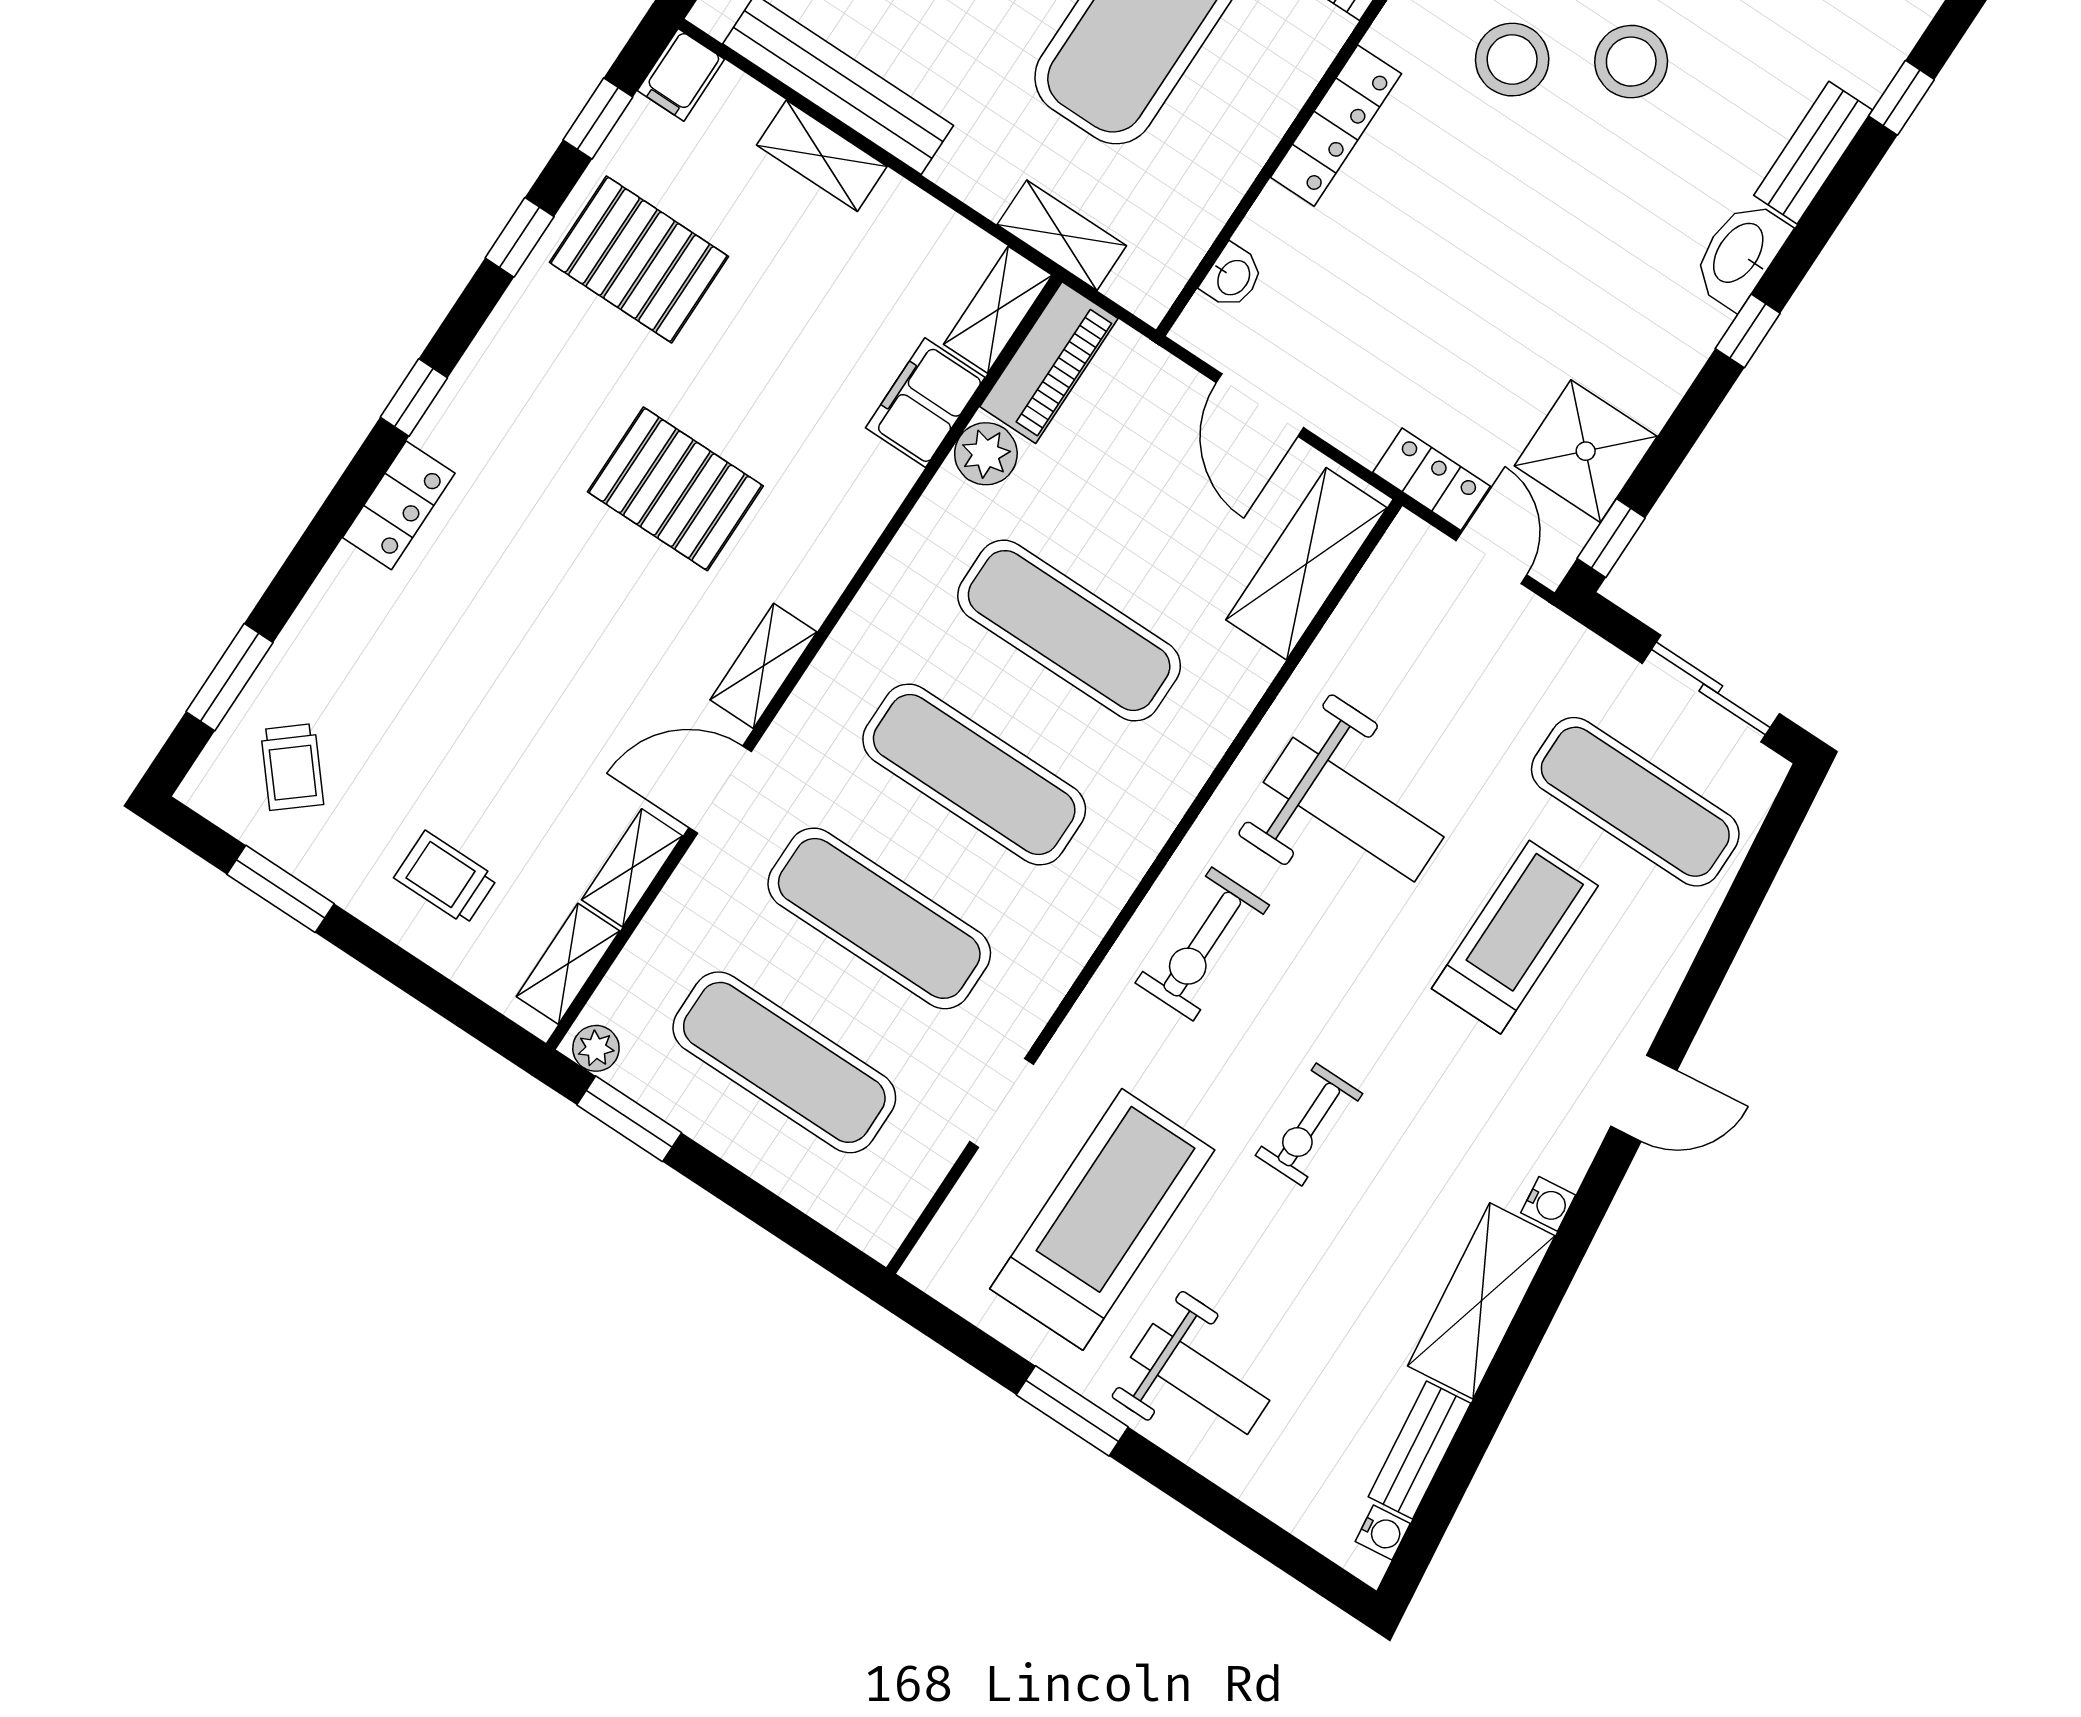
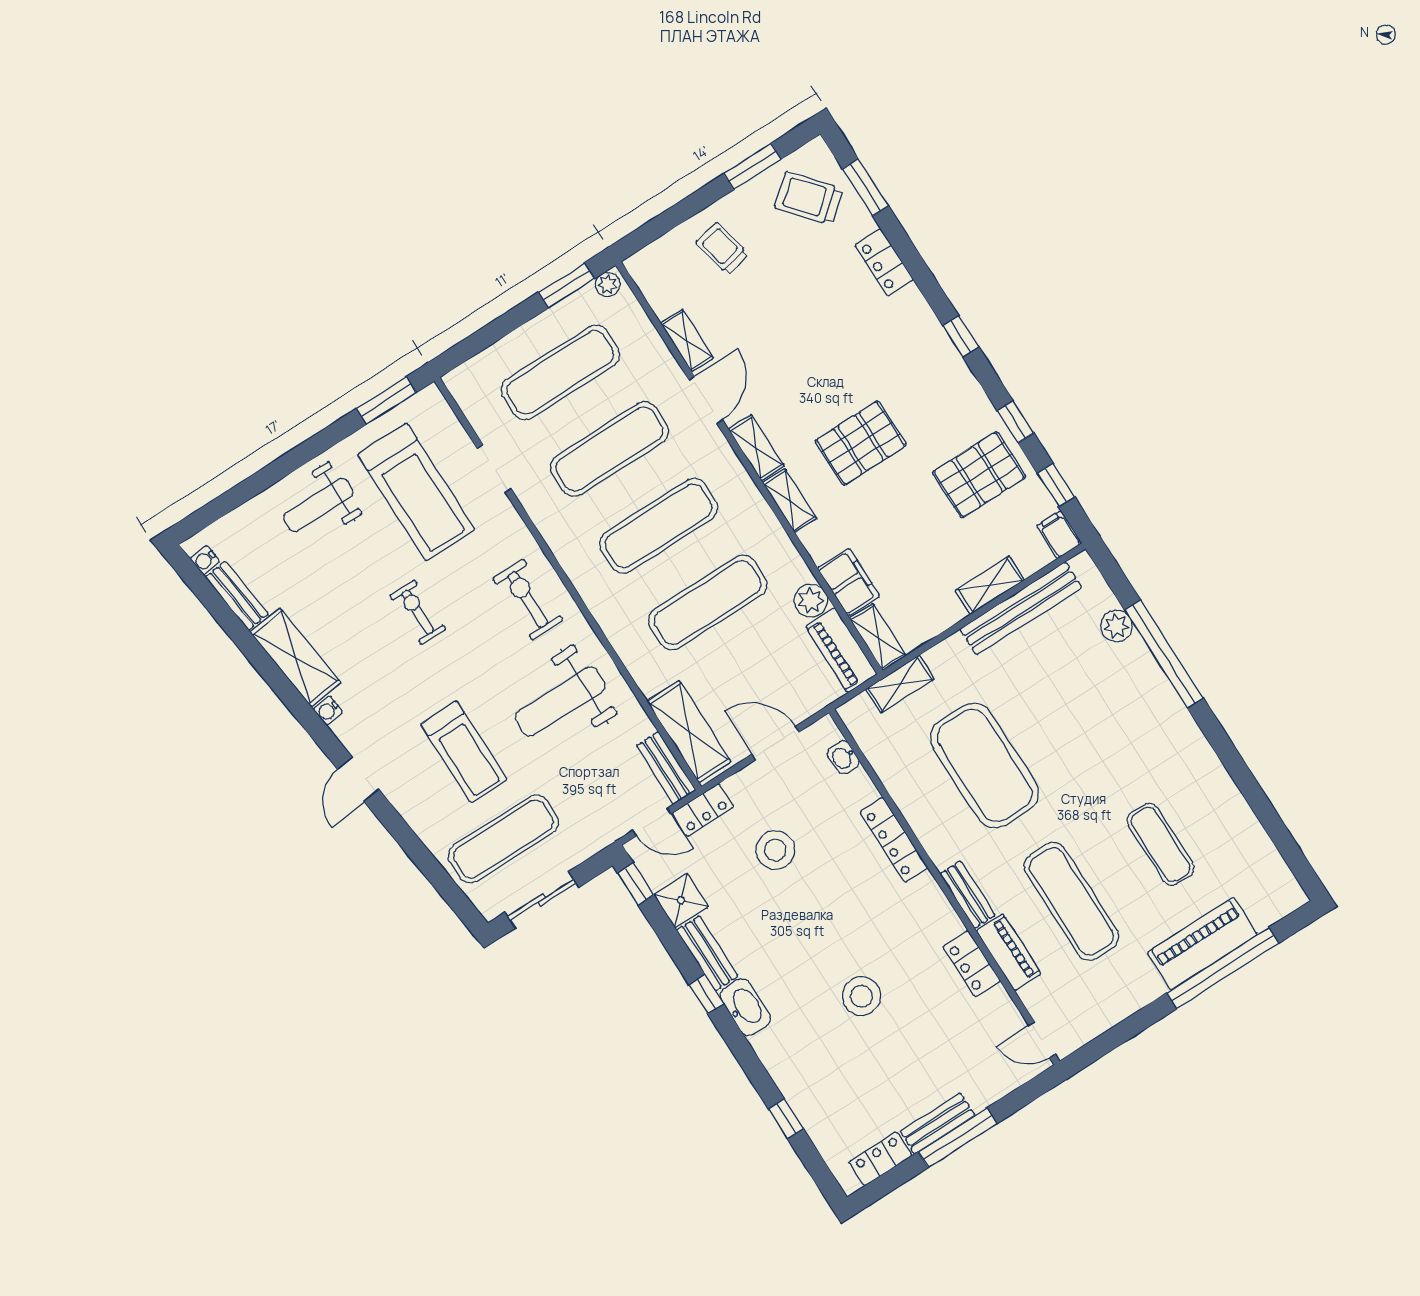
stool: (1512, 60) -> (775, 850), moved
bench: (1813, 153) -> (707, 953), moved
shower: (1586, 451) -> (681, 900), width x0.73, depth x0.73
locker: (399, 505) -> (884, 262), moved
bench: (1387, 575) -> (666, 768), added
trolley: (292, 767) -> (809, 198), width x1.36, depth x1.39
trolley: (446, 878) -> (722, 249), turned -102
shelving: (568, 964) -> (790, 501), moved
window: (1072, 1411) -> (386, 400), moved

